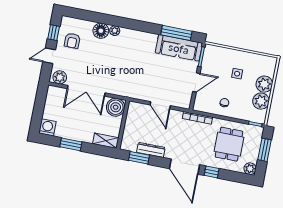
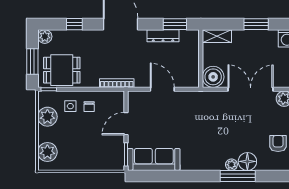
window: (176, 33) -> (238, 176), moved
side table: (237, 74) -> (70, 106), moved
plant: (264, 84) -> (47, 152), moved
dining table: (229, 144) -> (62, 70), moved, turned 90
window: (212, 172) -> (74, 24), moved

